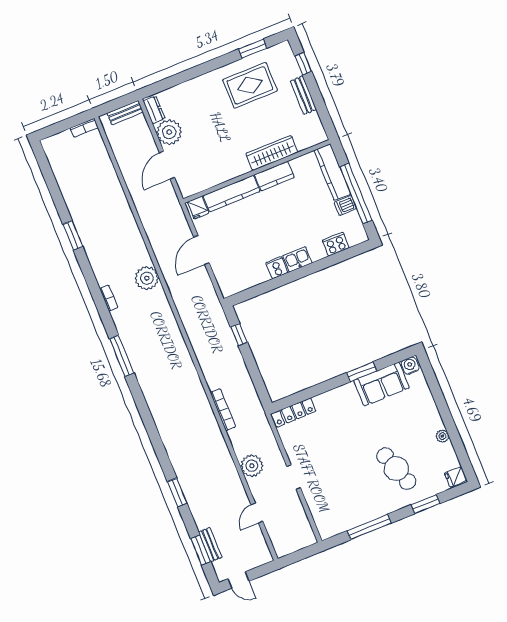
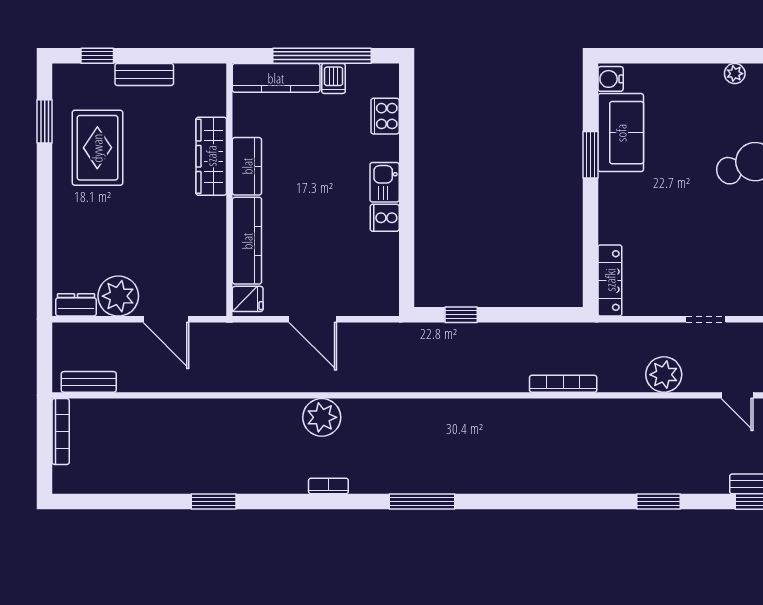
bench: (125, 113) -> (89, 382), moved, turned 90
bookcase: (84, 128) -> (61, 432), width x1.56

